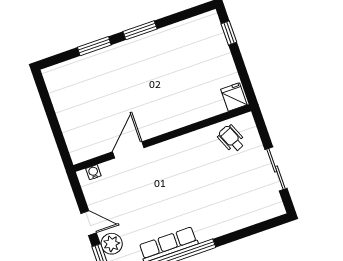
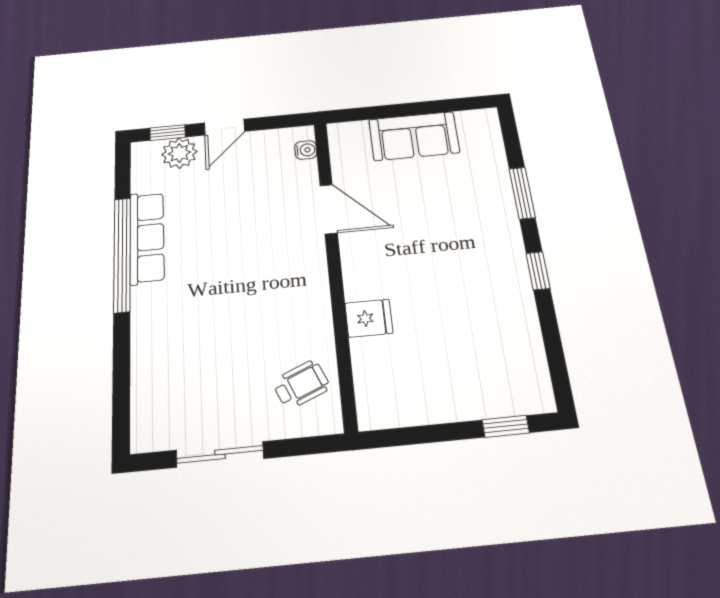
window: (140, 30) -> (538, 271), width x0.67
fridge: (234, 97) -> (369, 318), moved
sofa: (70, 113) -> (414, 136), added

